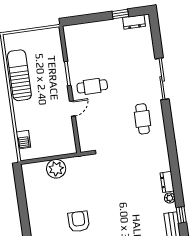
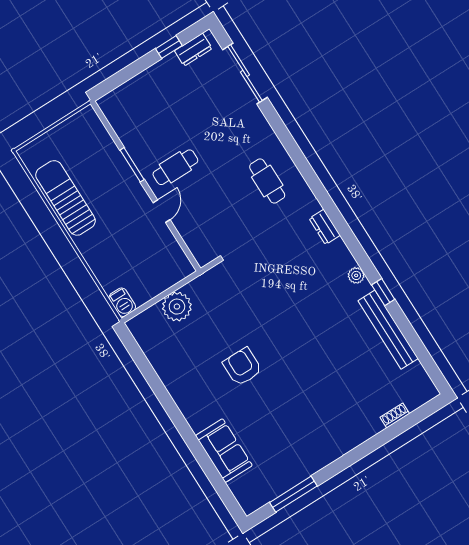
sliding door: (162, 79) -> (245, 73), moved
barbecue: (23, 140) -> (122, 302), moved
dresser: (167, 182) -> (325, 227), moved

